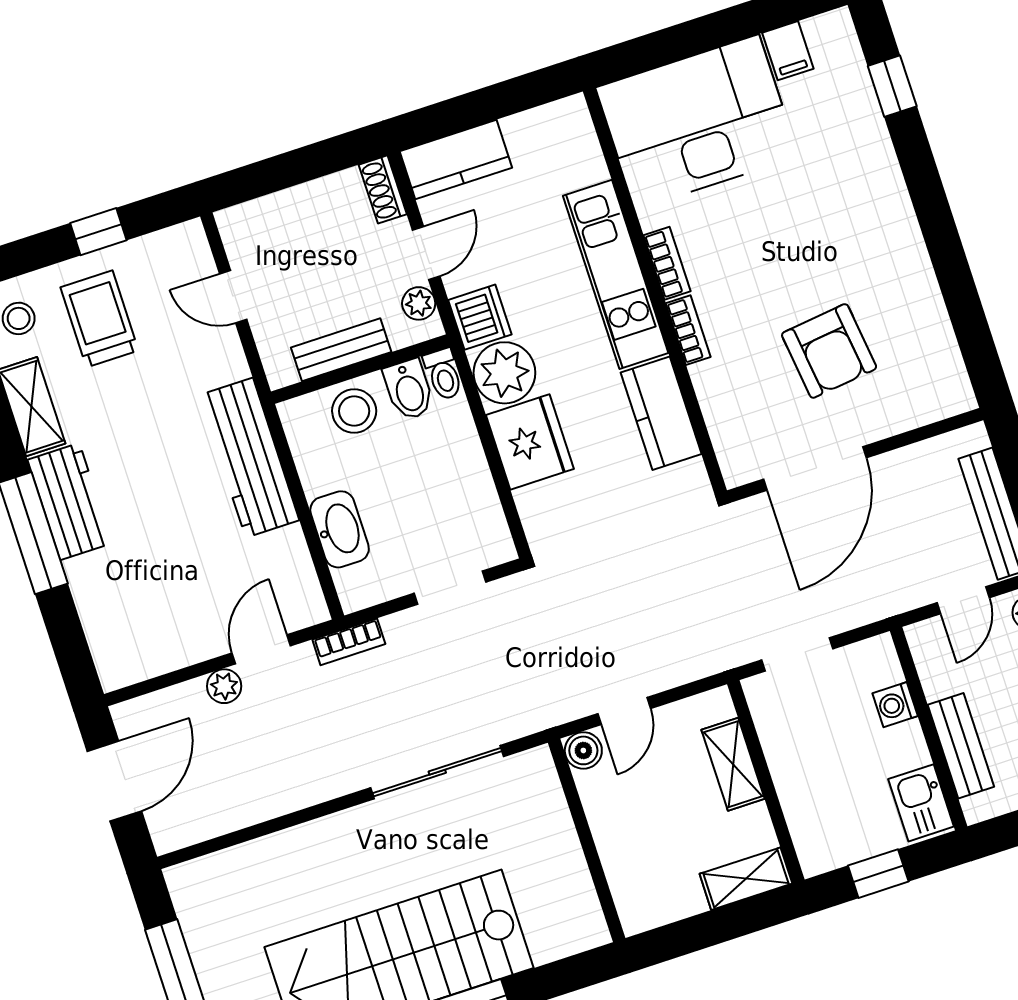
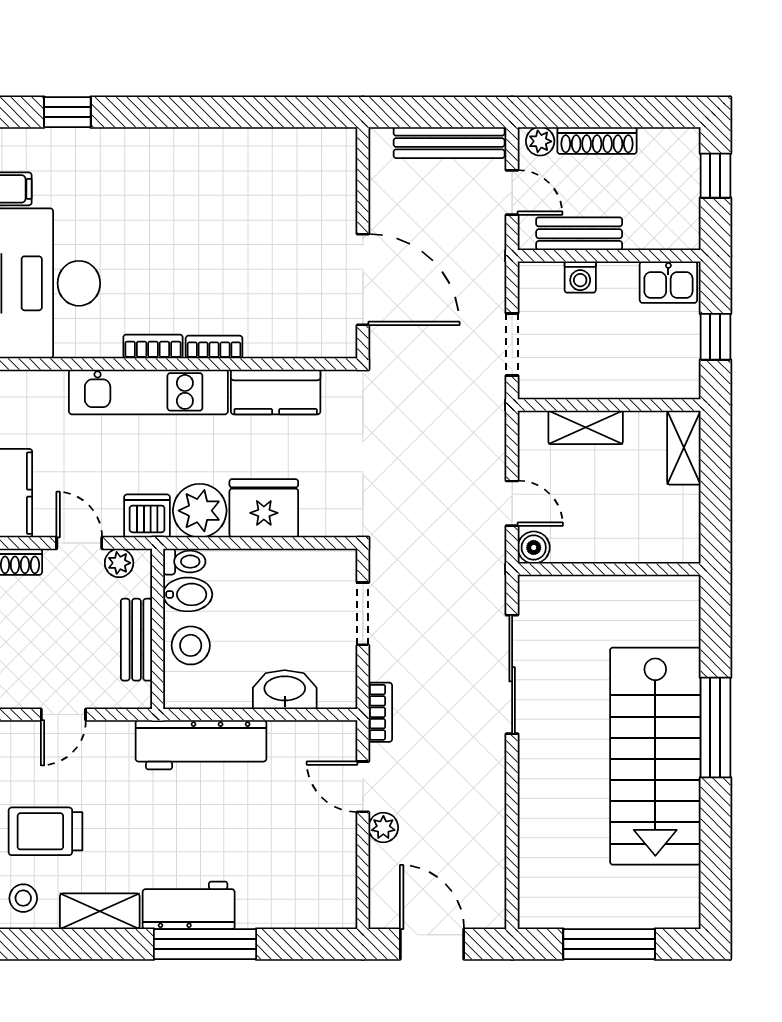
armchair: (829, 351) -> (269, 236), removed
bench: (961, 746) -> (579, 234), moved

